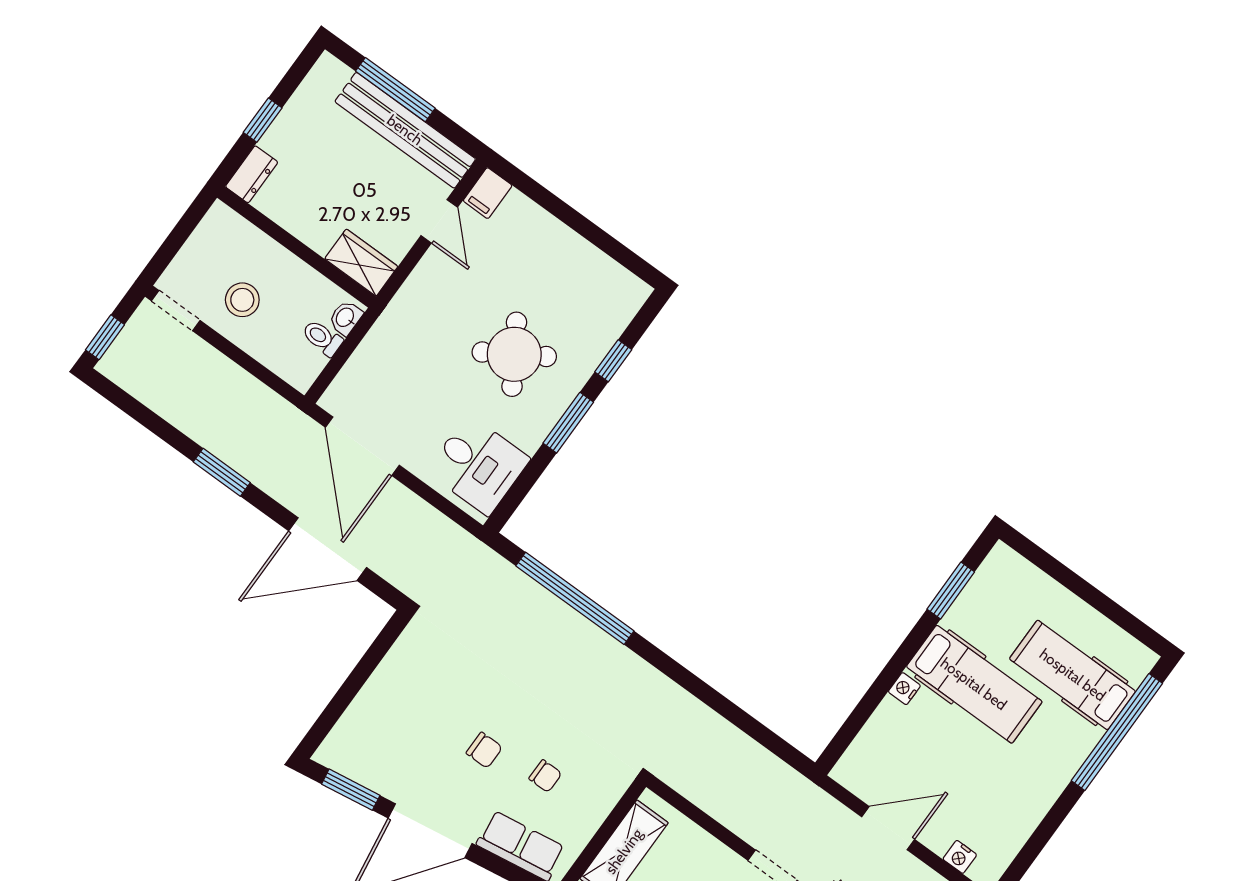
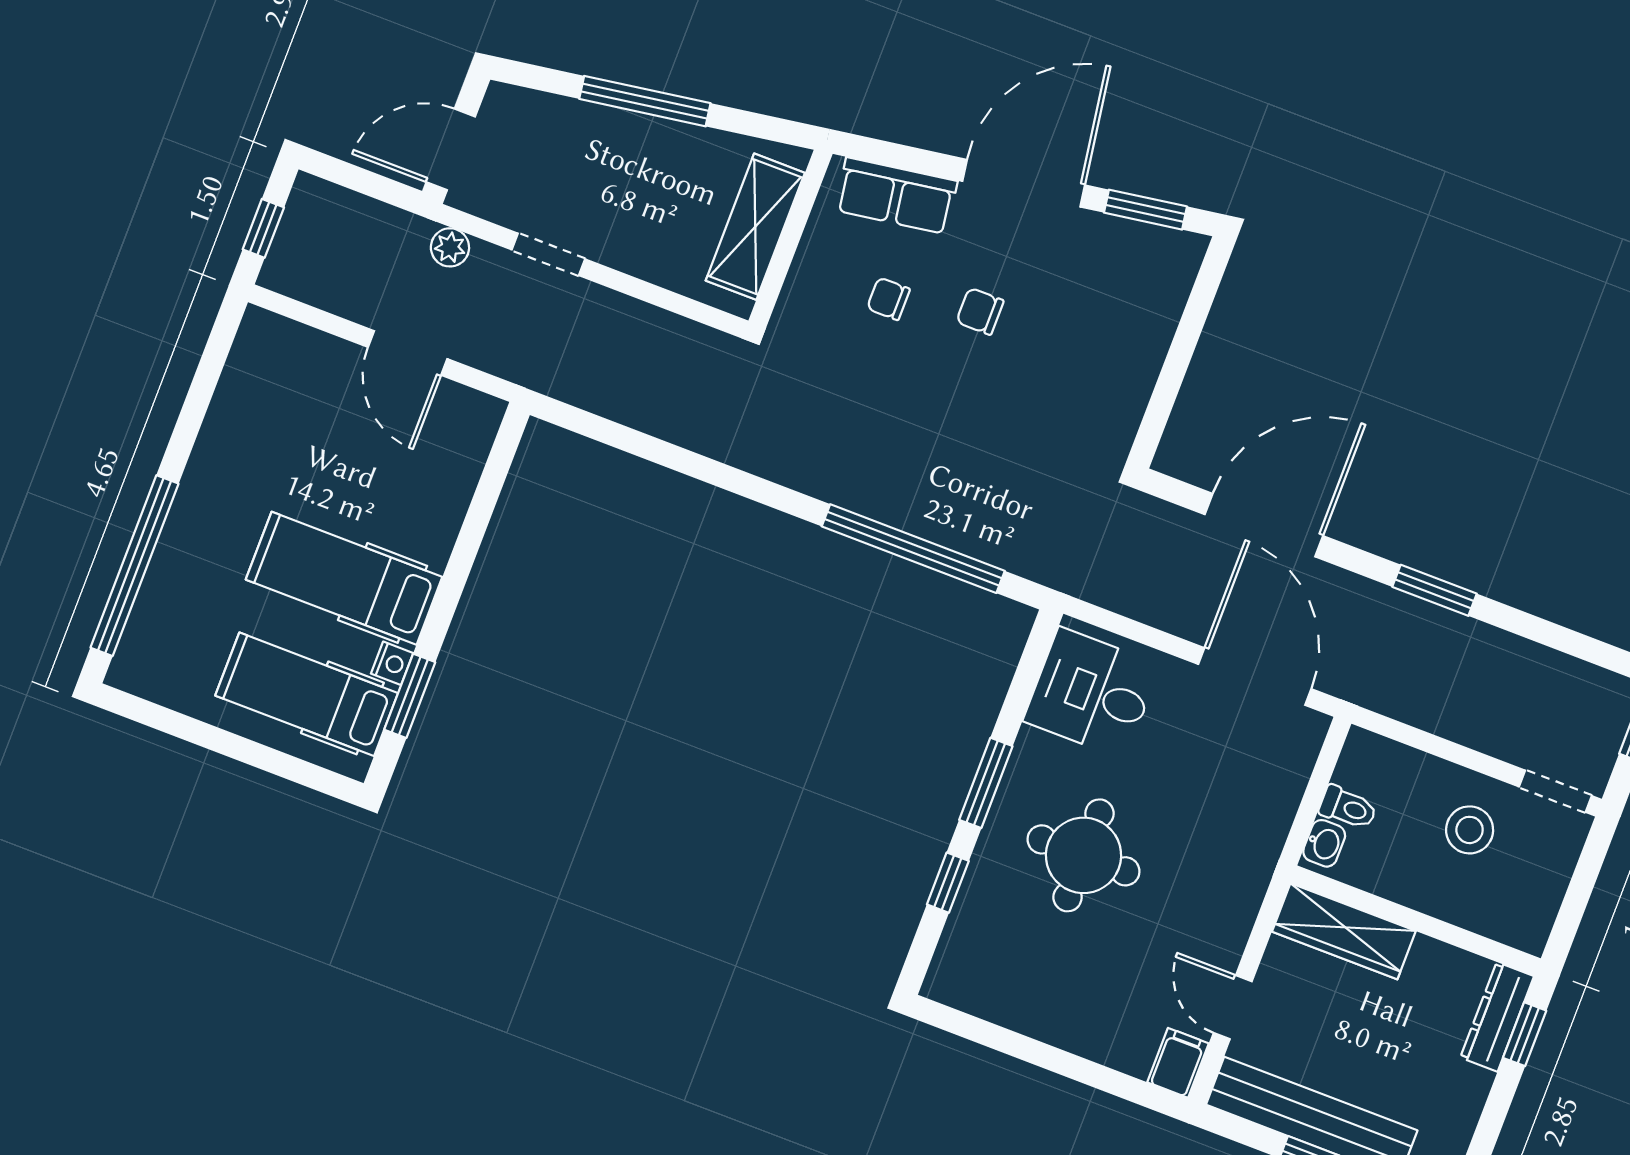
window: (263, 120) -> (1525, 1034), moved
dresser: (252, 174) -> (1497, 1017), width x1.44
wardrobe: (361, 263) -> (1344, 931), width x1.50
round table: (514, 354) -> (1083, 855), turned 32
hospital bed: (1073, 675) -> (307, 694), moved, turned 180
nightstand: (904, 689) -> (392, 663), moved
door: (888, 828) -> (408, 353), hinge flipped
nightstand: (960, 857) -> (301, 340), removed

